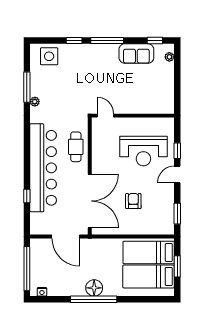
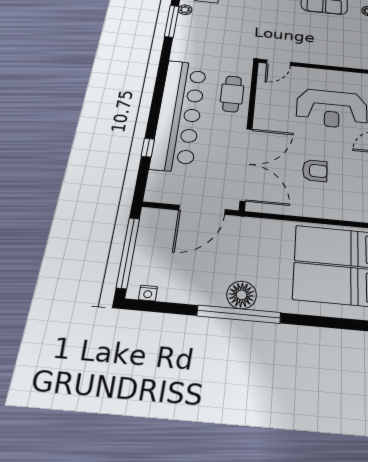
plant: (35, 102) -> (185, 10), moved
door: (105, 116) -> (279, 63), swing flipped
armchair: (133, 201) -> (315, 171), turned 90
door: (66, 236) -> (202, 210), hinge flipped

